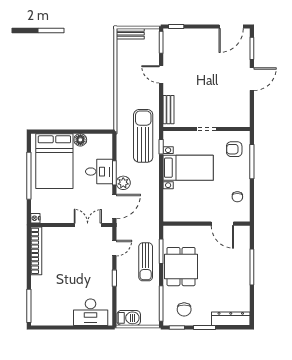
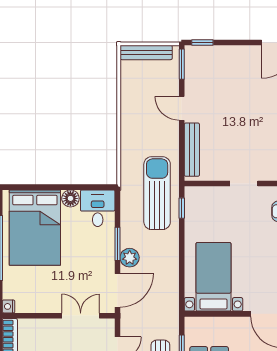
bench: (130, 34) -> (146, 52), width x1.36
bench: (169, 110) -> (192, 150), width x1.36
bed with nightstands: (188, 168) -> (213, 277), moved, turned -90
desk: (99, 172) -> (98, 208), moved, turned -90

